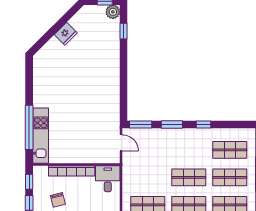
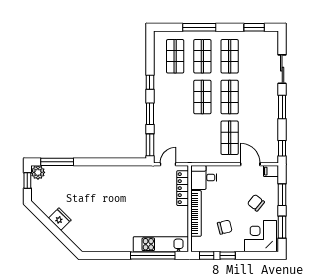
window: (123, 31) -> (57, 162), width x2.17
locker: (97, 157) -> (183, 188), added

